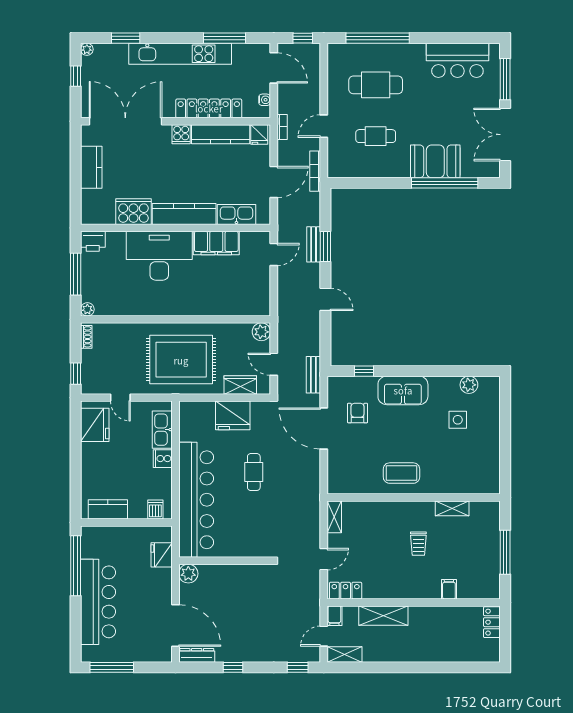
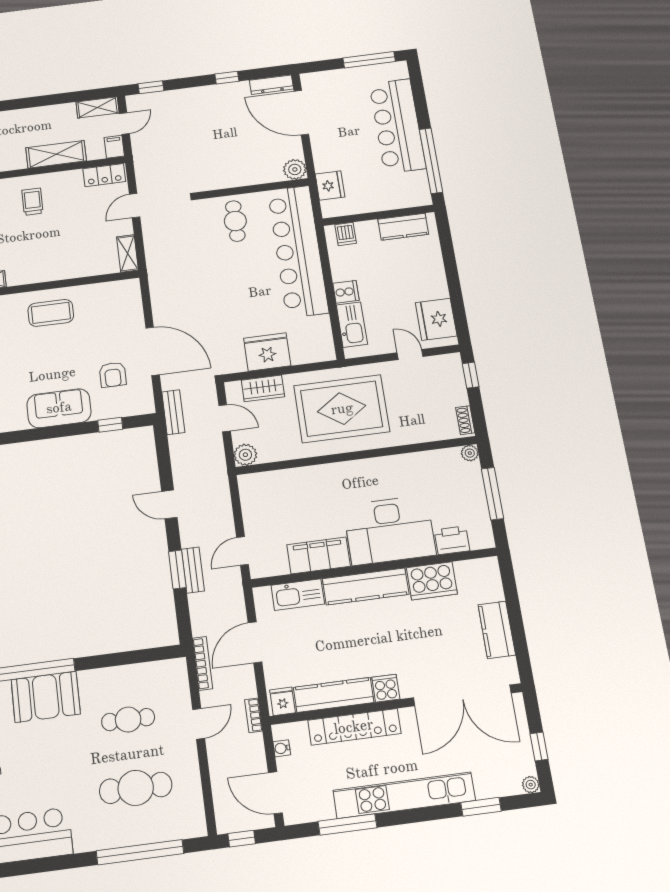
printer: (93, 241) -> (452, 540), moved
cafe table: (254, 472) -> (235, 221), moved
trolley: (418, 544) -> (32, 202), moved

